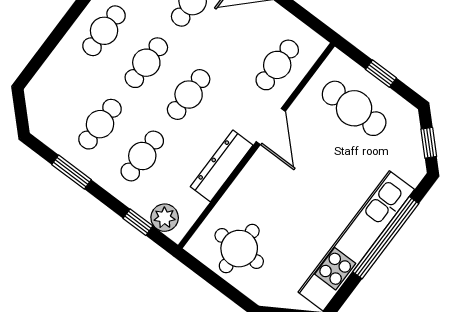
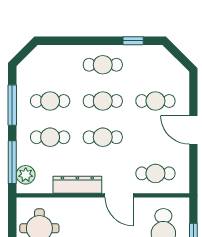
door: (271, 126) -> (119, 195), hinge flipped
window: (71, 172) -> (12, 105), width x1.44
window: (138, 222) -> (12, 162), width x2.17

